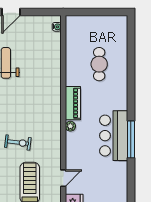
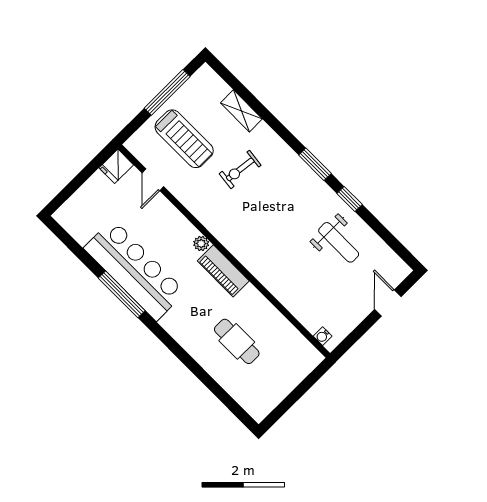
bar counter: (114, 136) -> (135, 270), width x1.36

